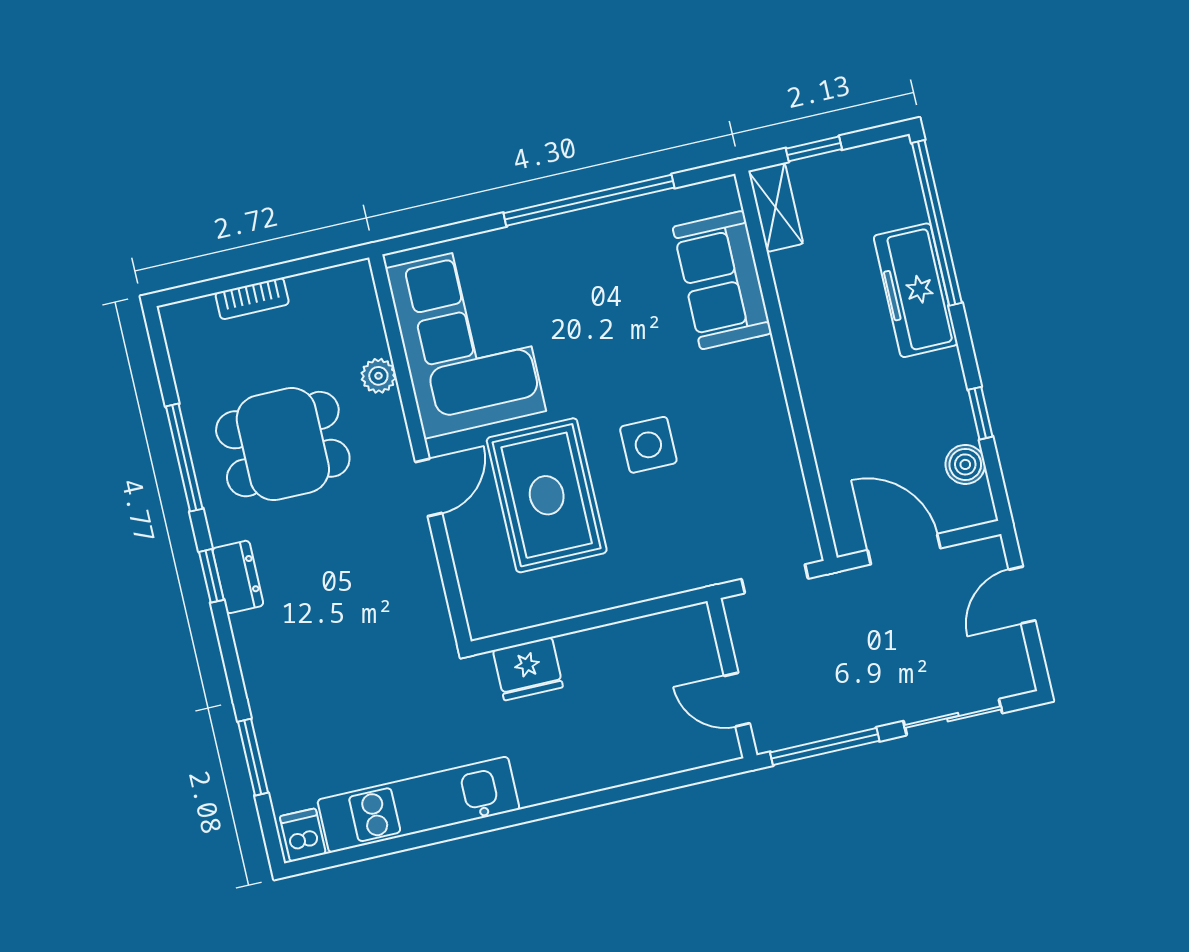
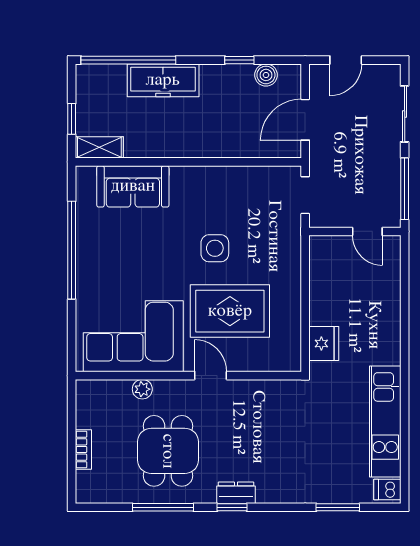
door: (1022, 595) -> (346, 60), hinge flipped
door: (737, 700) -> (367, 231), hinge flipped

